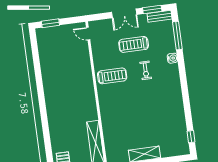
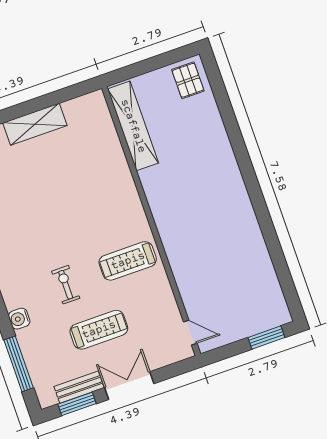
bench: (160, 16) -> (79, 387), moved

